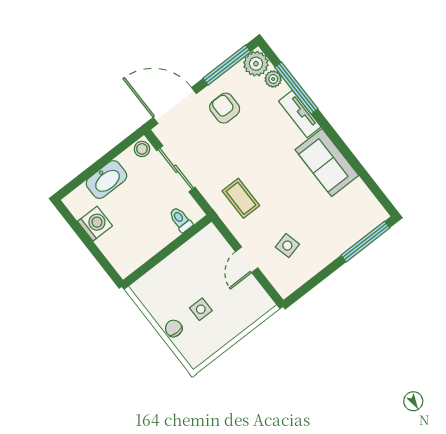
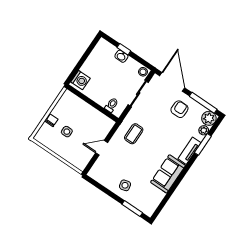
window: (296, 88) -> (203, 144), width x0.69
window: (94, 169) -> (124, 49), added
washbasin: (106, 180) -> (121, 56), width x0.52, depth x0.69
washing machine: (95, 224) -> (80, 80), moved
window: (365, 242) -> (132, 209), width x0.69
side table: (287, 246) -> (125, 185), moved

